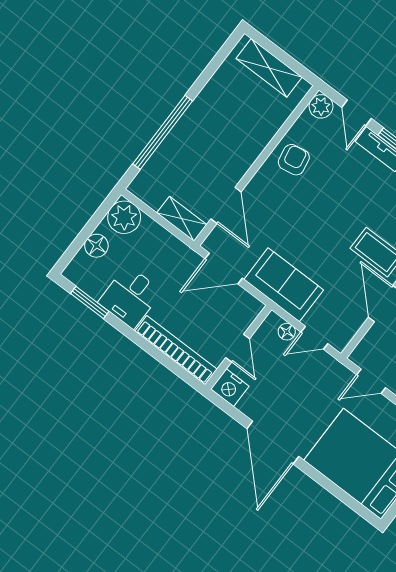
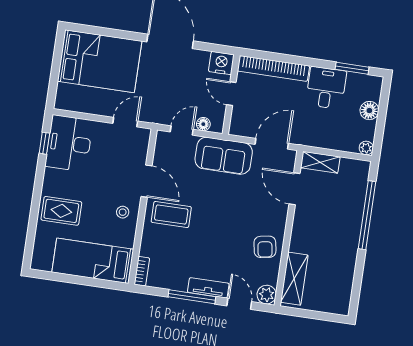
shelving: (269, 68) -> (294, 279), moved, turned 90
plant: (124, 217) -> (366, 148), width x0.53, depth x0.53

